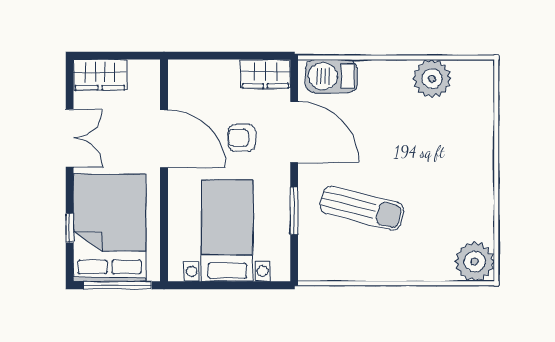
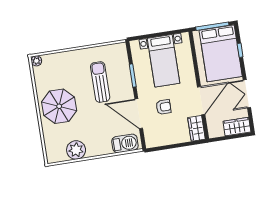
wardrobe: (265, 74) -> (196, 128), moved, turned -90
door: (164, 139) -> (201, 101), swing flipped
parasol: (452, 172) -> (59, 106), added
sun lounger: (362, 208) -> (100, 82), turned 76
plant: (475, 262) -> (36, 61), width x0.53, depth x0.53

